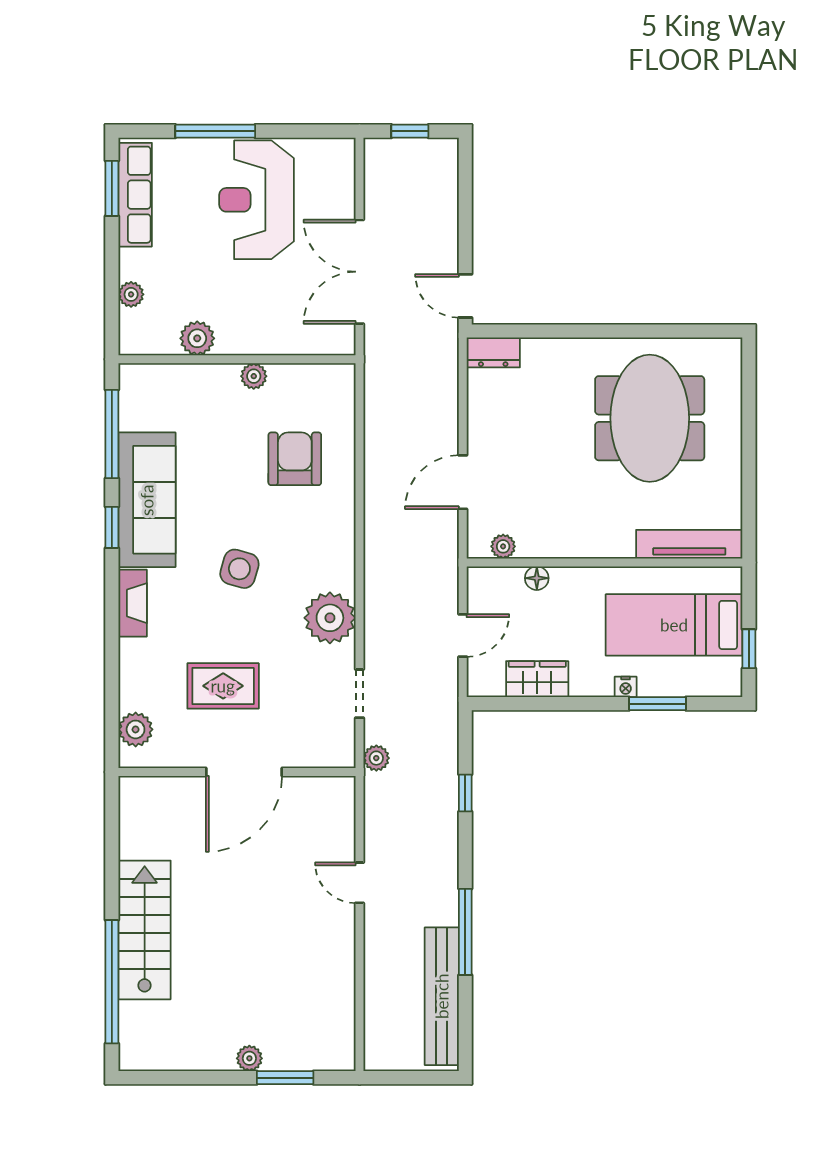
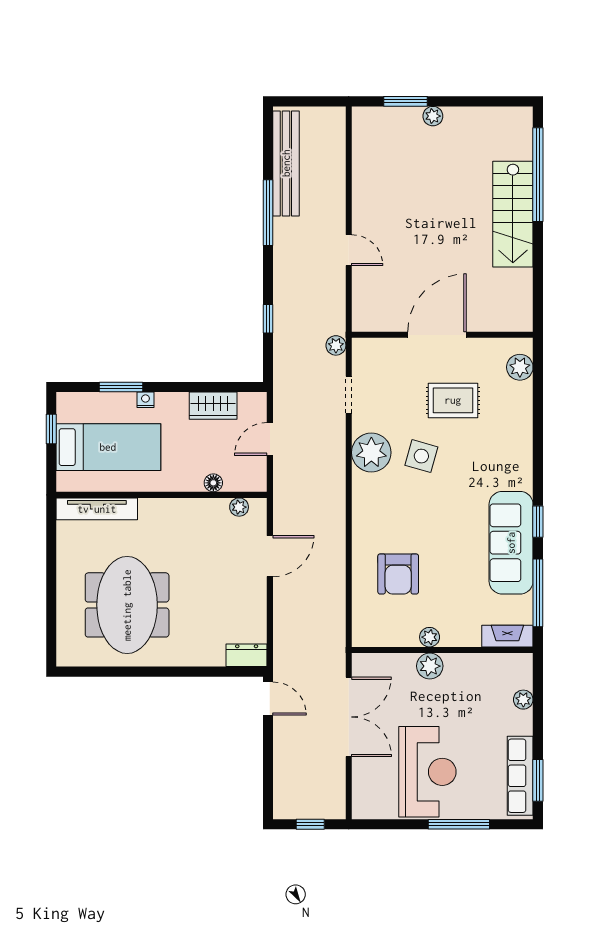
plant: (197, 338) -> (430, 666), moved
side table: (239, 569) -> (421, 456), moved
fireplace: (133, 603) -> (507, 636), moved, turned 90

